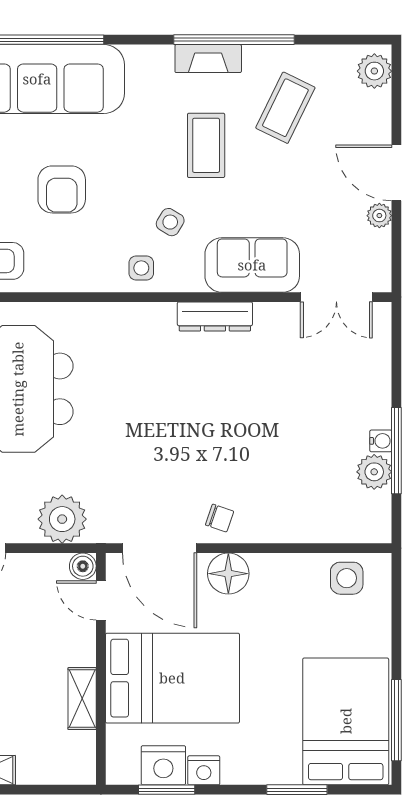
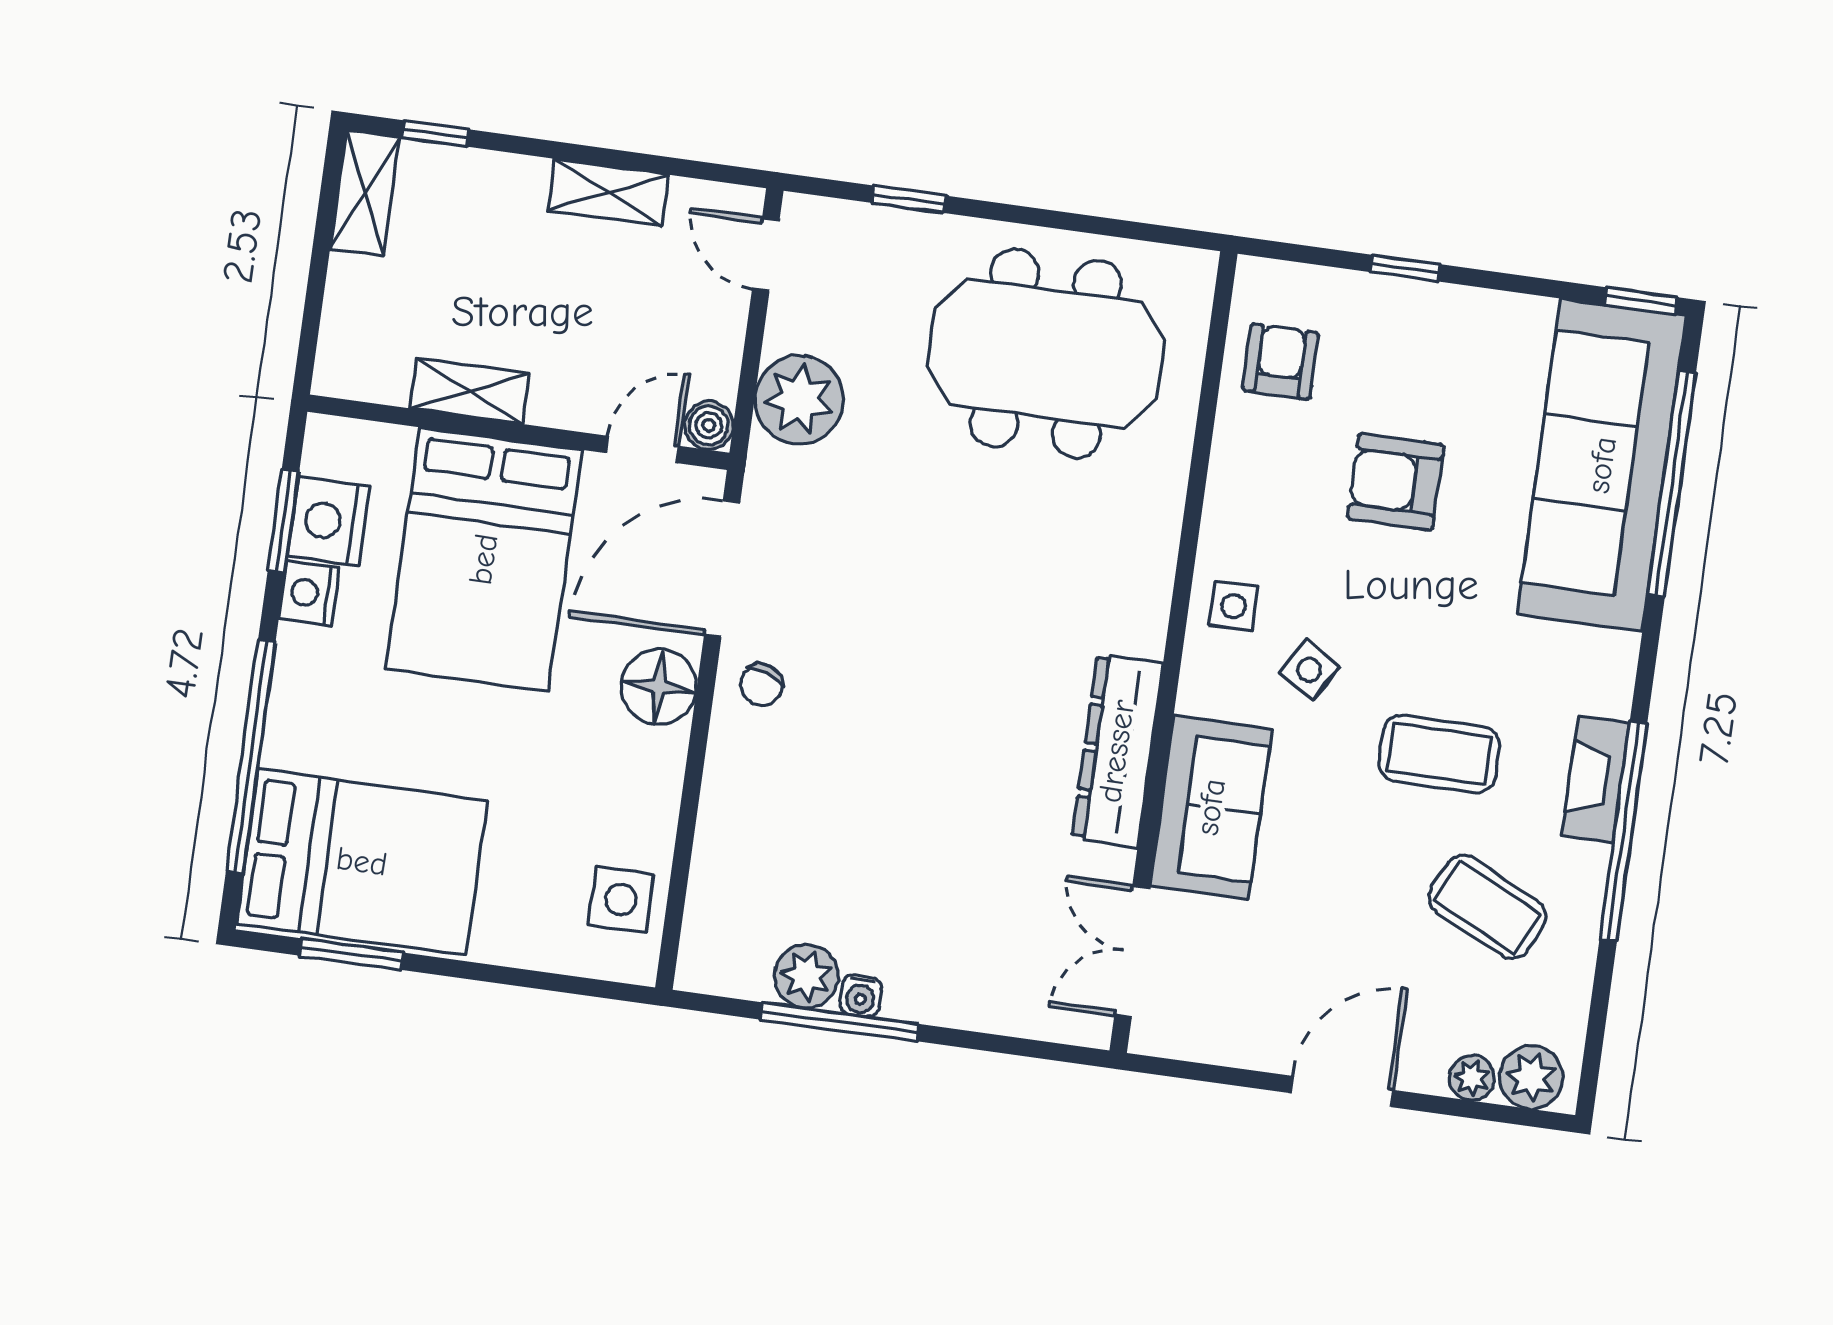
plant: (379, 216) -> (1472, 1078), moved
dresser: (215, 316) -> (1117, 751), width x1.37, depth x1.24
window: (396, 720) -> (352, 954), width x0.69
window: (297, 790) -> (251, 756), width x2.11

